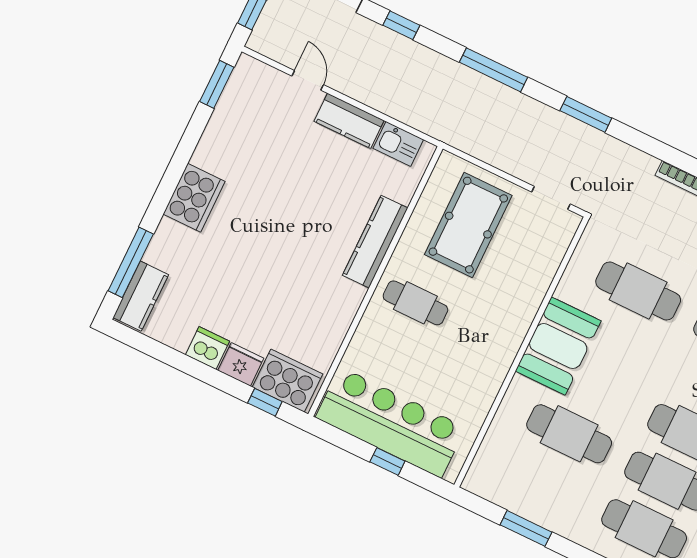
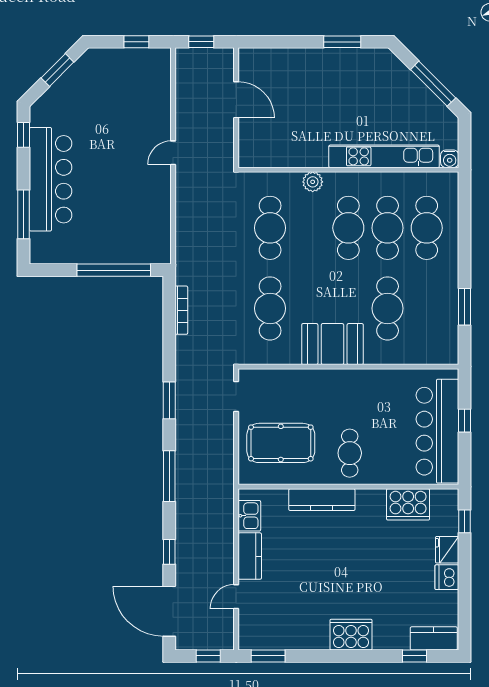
window: (131, 262) -> (415, 656), width x0.46
cooker: (287, 381) -> (408, 504), moved, turned -90

